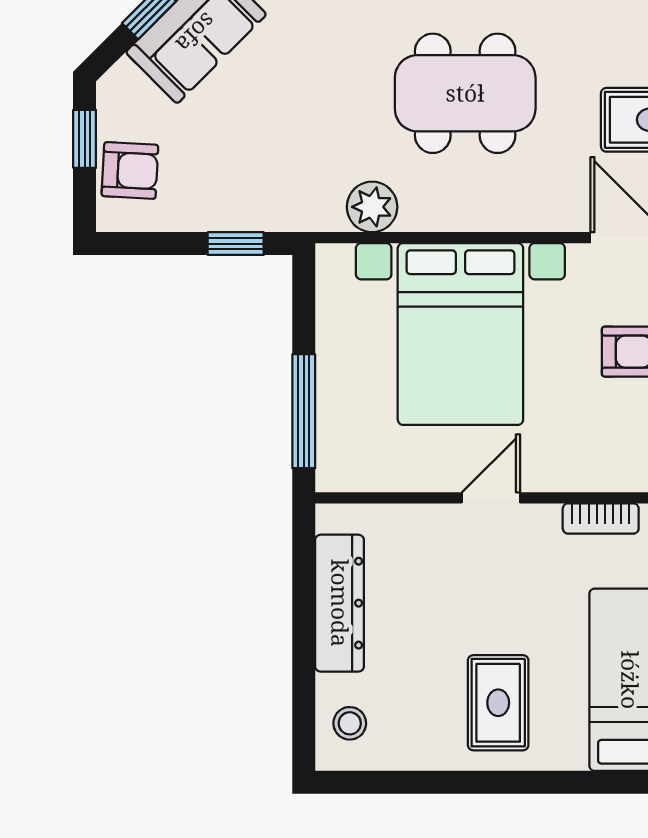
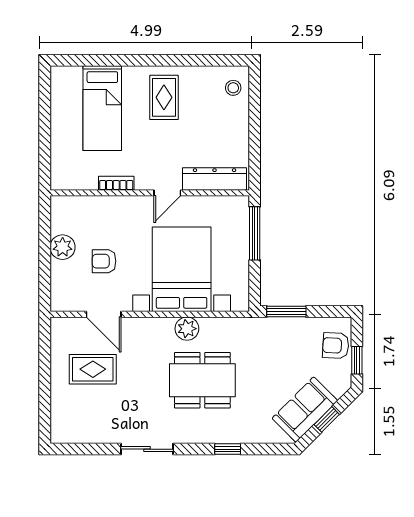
dining table: (465, 93) -> (202, 380), moved
plant: (372, 207) -> (187, 329), moved
window: (236, 244) -> (286, 312), width x1.50
dresser: (340, 603) -> (215, 179), moved, turned 90

